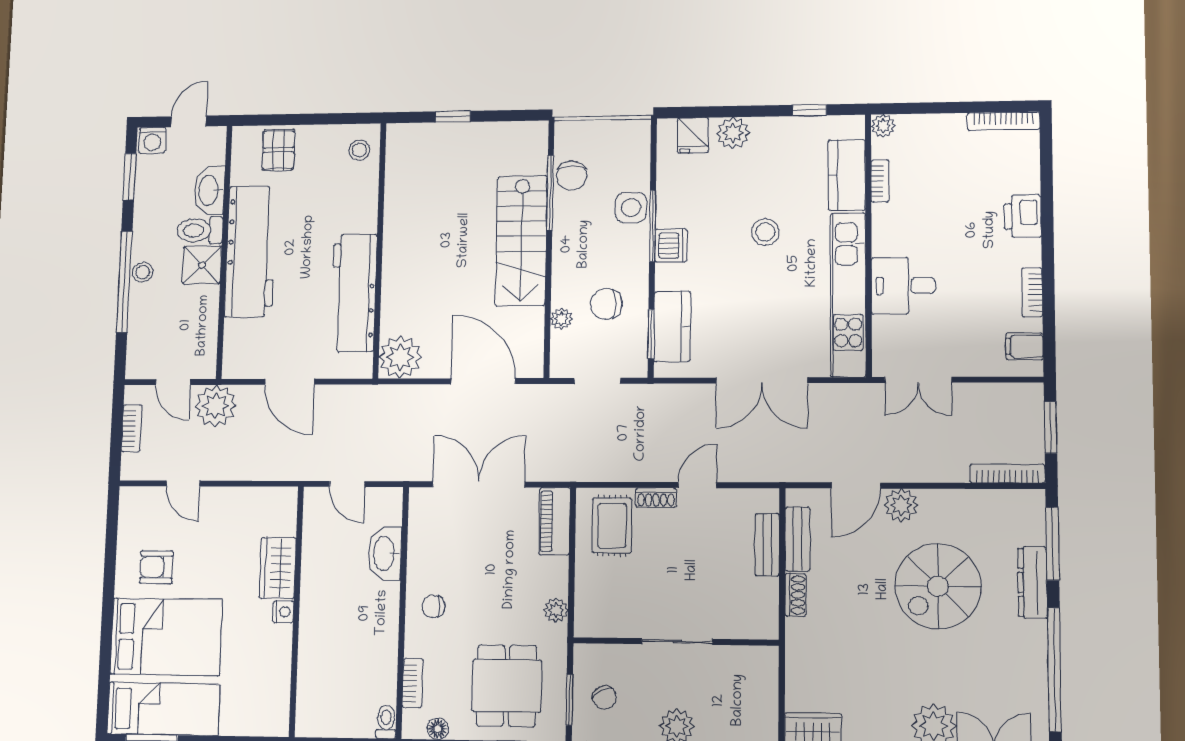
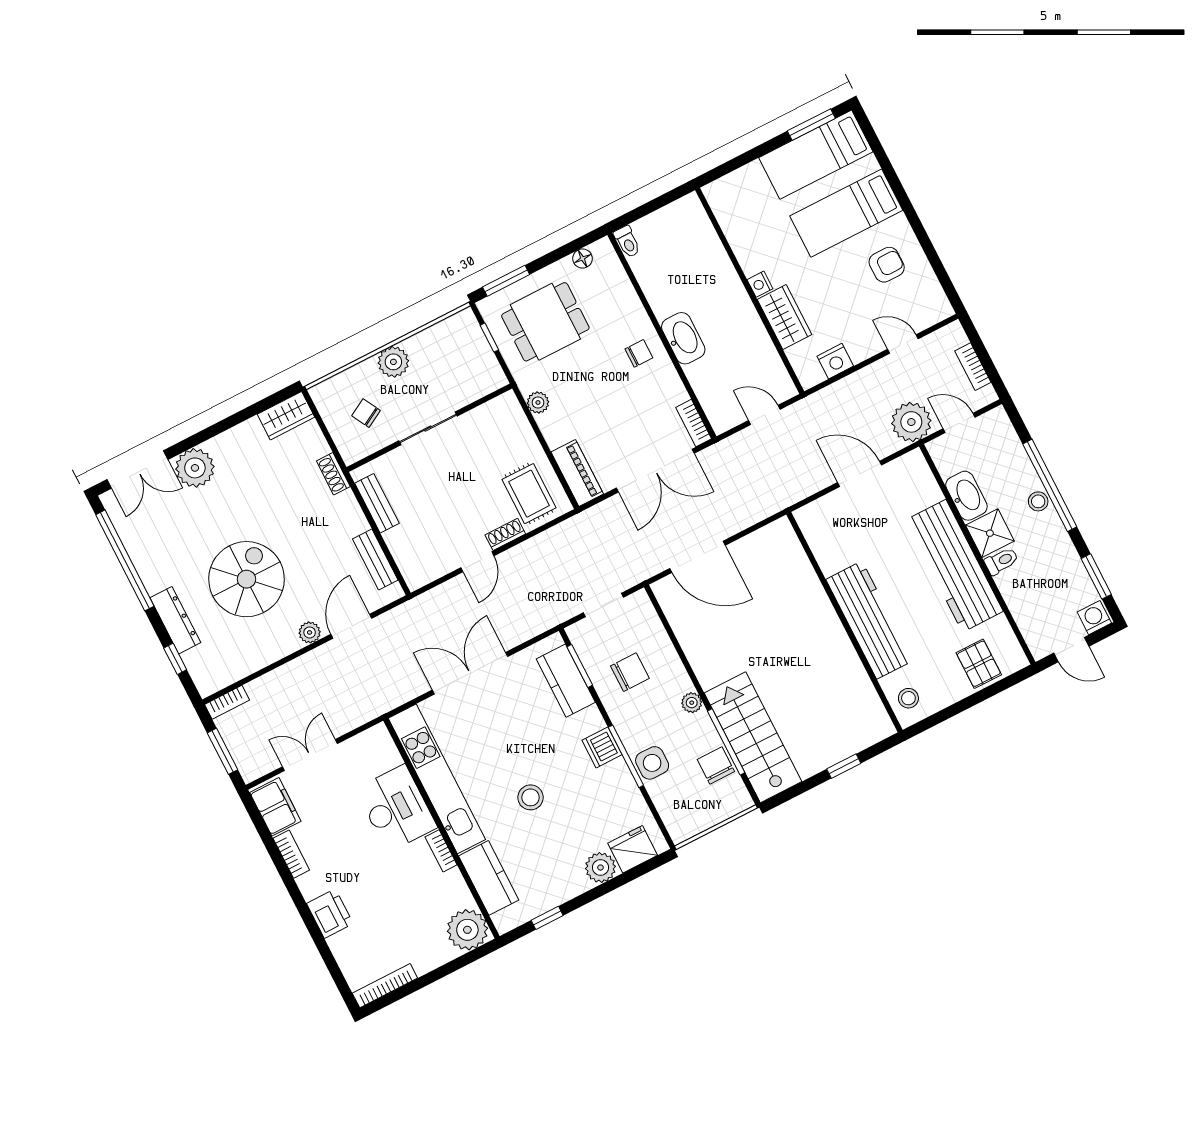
door: (189, 121) -> (1071, 650), hinge flipped
plant: (883, 126) -> (467, 930), width x1.88, depth x1.88
fridge: (693, 135) -> (633, 849), width x1.38
bookcase: (880, 181) -> (441, 851), moved
washbasin: (209, 190) -> (966, 496), moved
toilet: (200, 230) -> (1001, 561), width x0.73, depth x0.72
stairs: (521, 241) -> (753, 737), moved
desk: (903, 286) -> (396, 808), width x1.37
workbench: (354, 293) -> (869, 620), moved
plant: (561, 319) -> (692, 703), moved
filing cabinet: (1024, 346) -> (275, 807), width x2.00
plant: (400, 357) -> (778, 541), removed
double door: (918, 380) -> (310, 755), moved
bookcase: (1007, 474) -> (227, 702), width x0.64
nightstand: (254, 500) -> (835, 361), added
plant: (901, 505) -> (310, 632), width x0.73, depth x0.73
window: (1052, 544) -> (175, 659), width x0.46
bench: (767, 545) -> (377, 503), moved
washbasin: (385, 553) -> (683, 338), moved
shoe rack: (795, 595) -> (333, 474), moved
bed: (166, 637) -> (846, 213), width x0.67
bookcase: (413, 683) -> (694, 423), moved
dining table: (507, 686) -> (545, 322), turned 90
chair: (605, 697) -> (366, 413), moved
window: (569, 700) -> (489, 338), width x0.67

